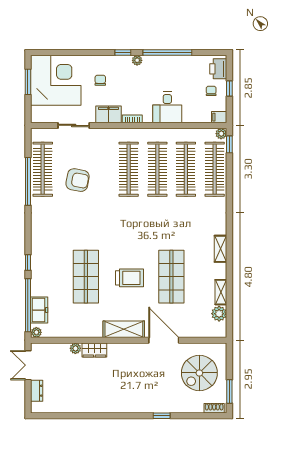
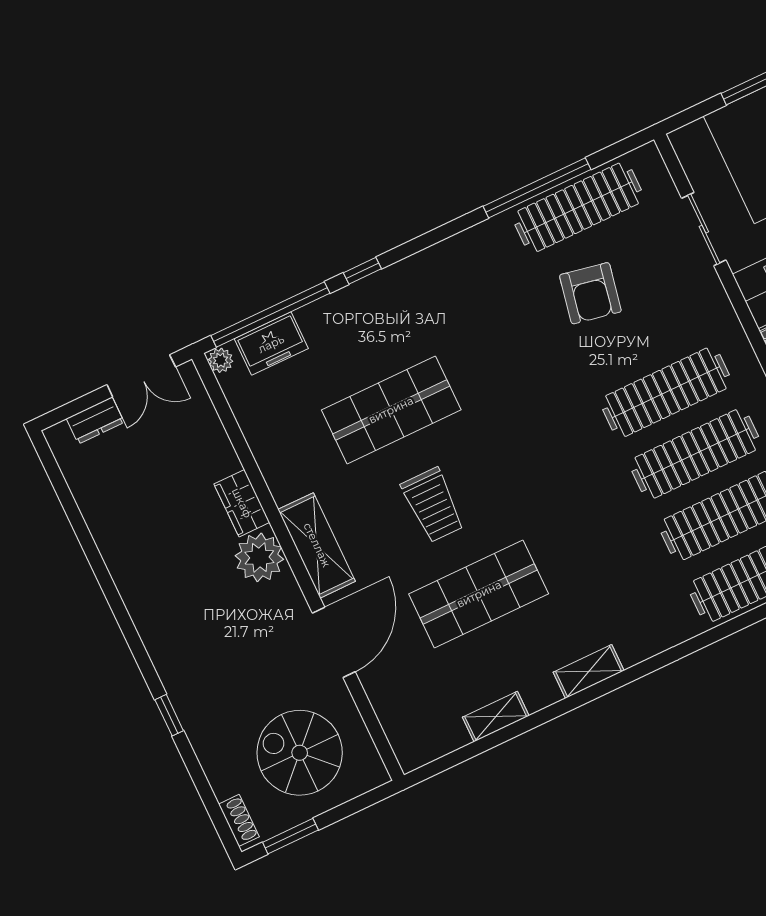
plant: (219, 314) -> (448, 734), removed
plant: (75, 348) -> (259, 557), moved, width x1.88, depth x1.88
double door: (28, 365) -> (141, 376), swing flipped

